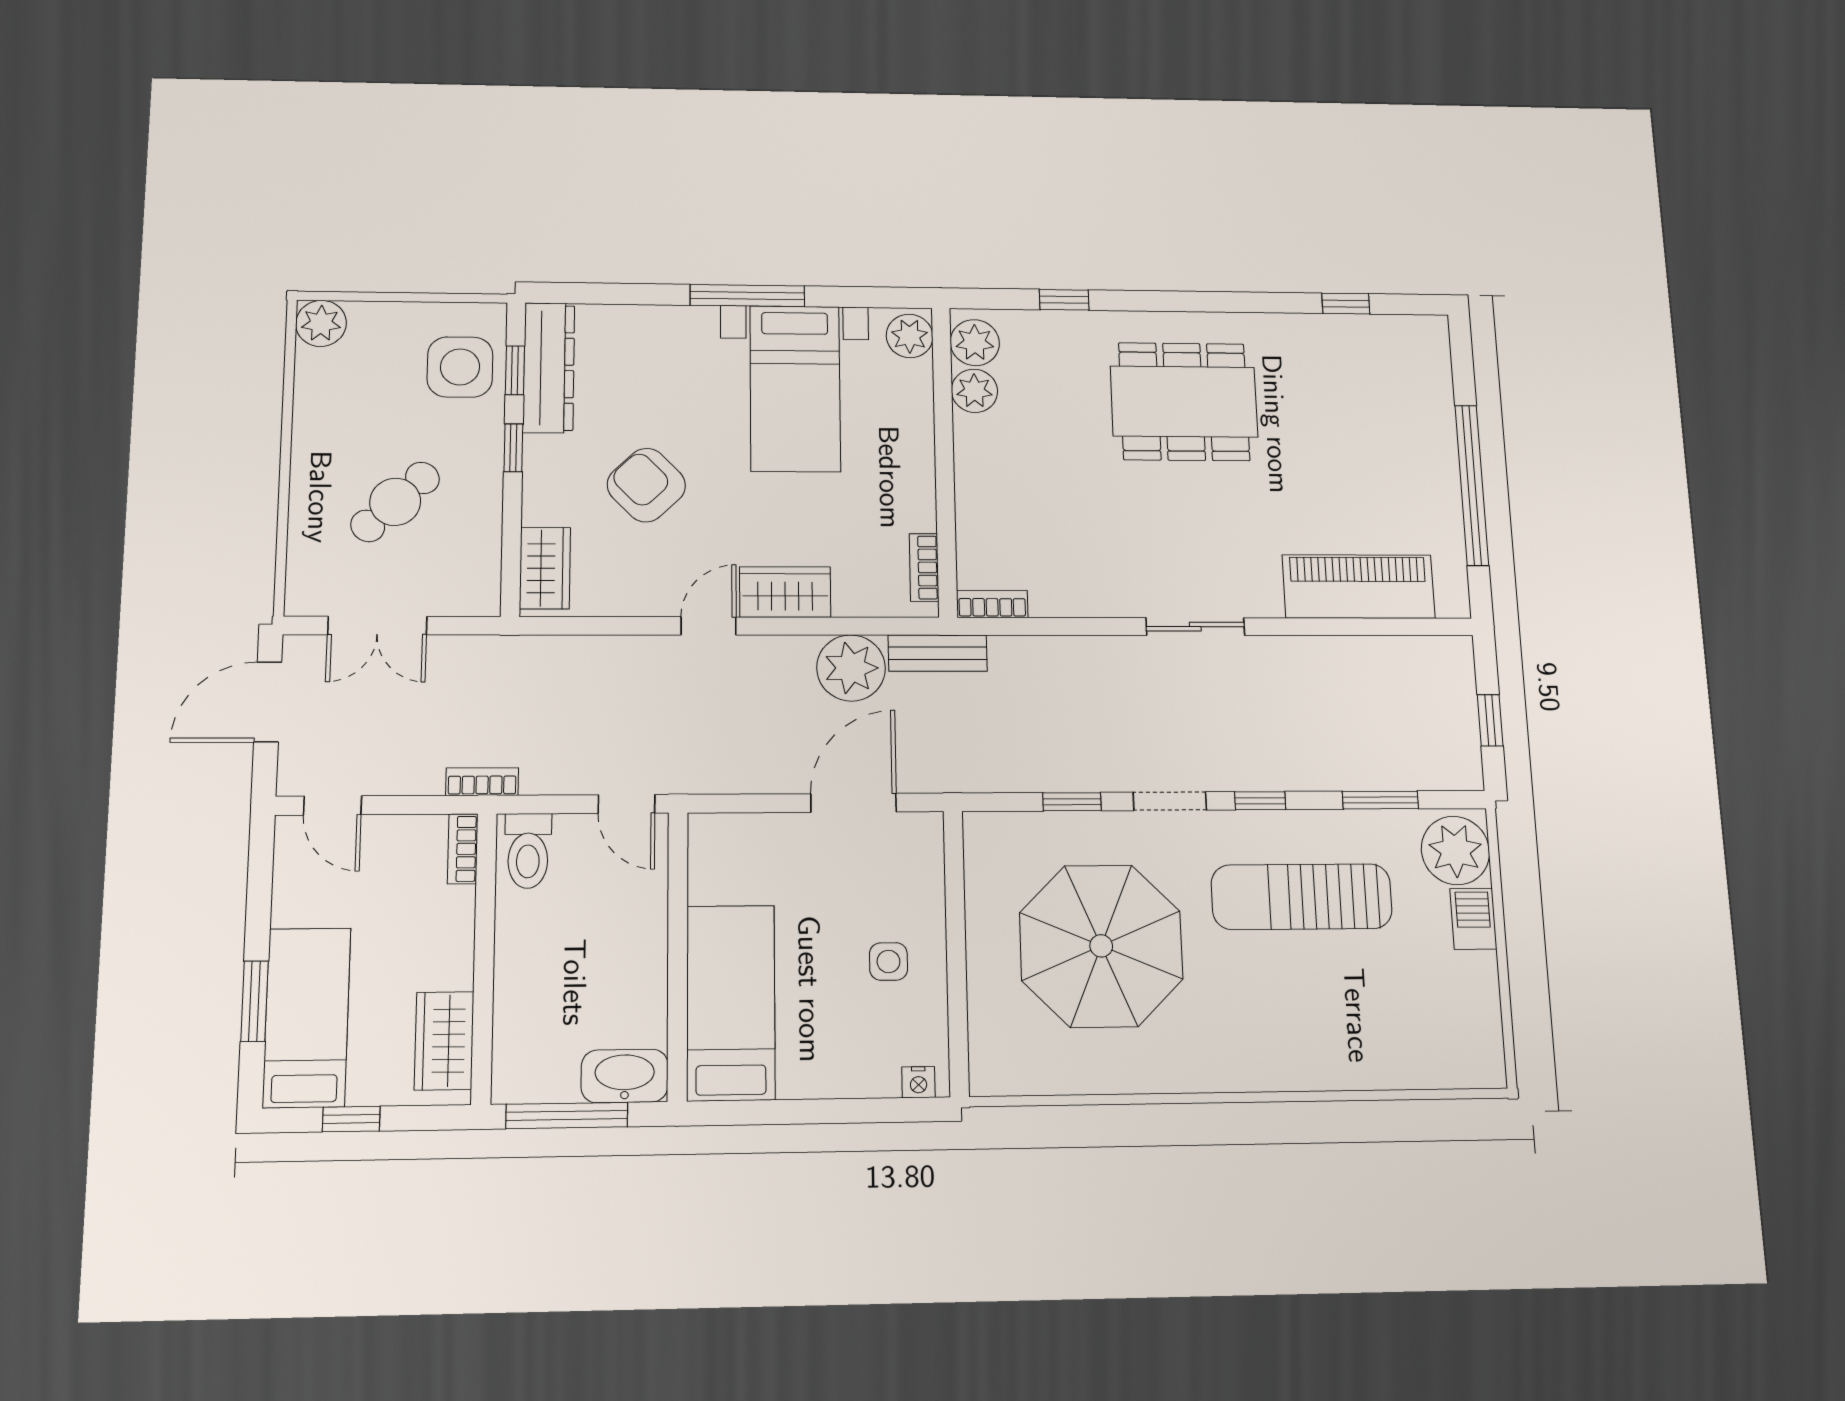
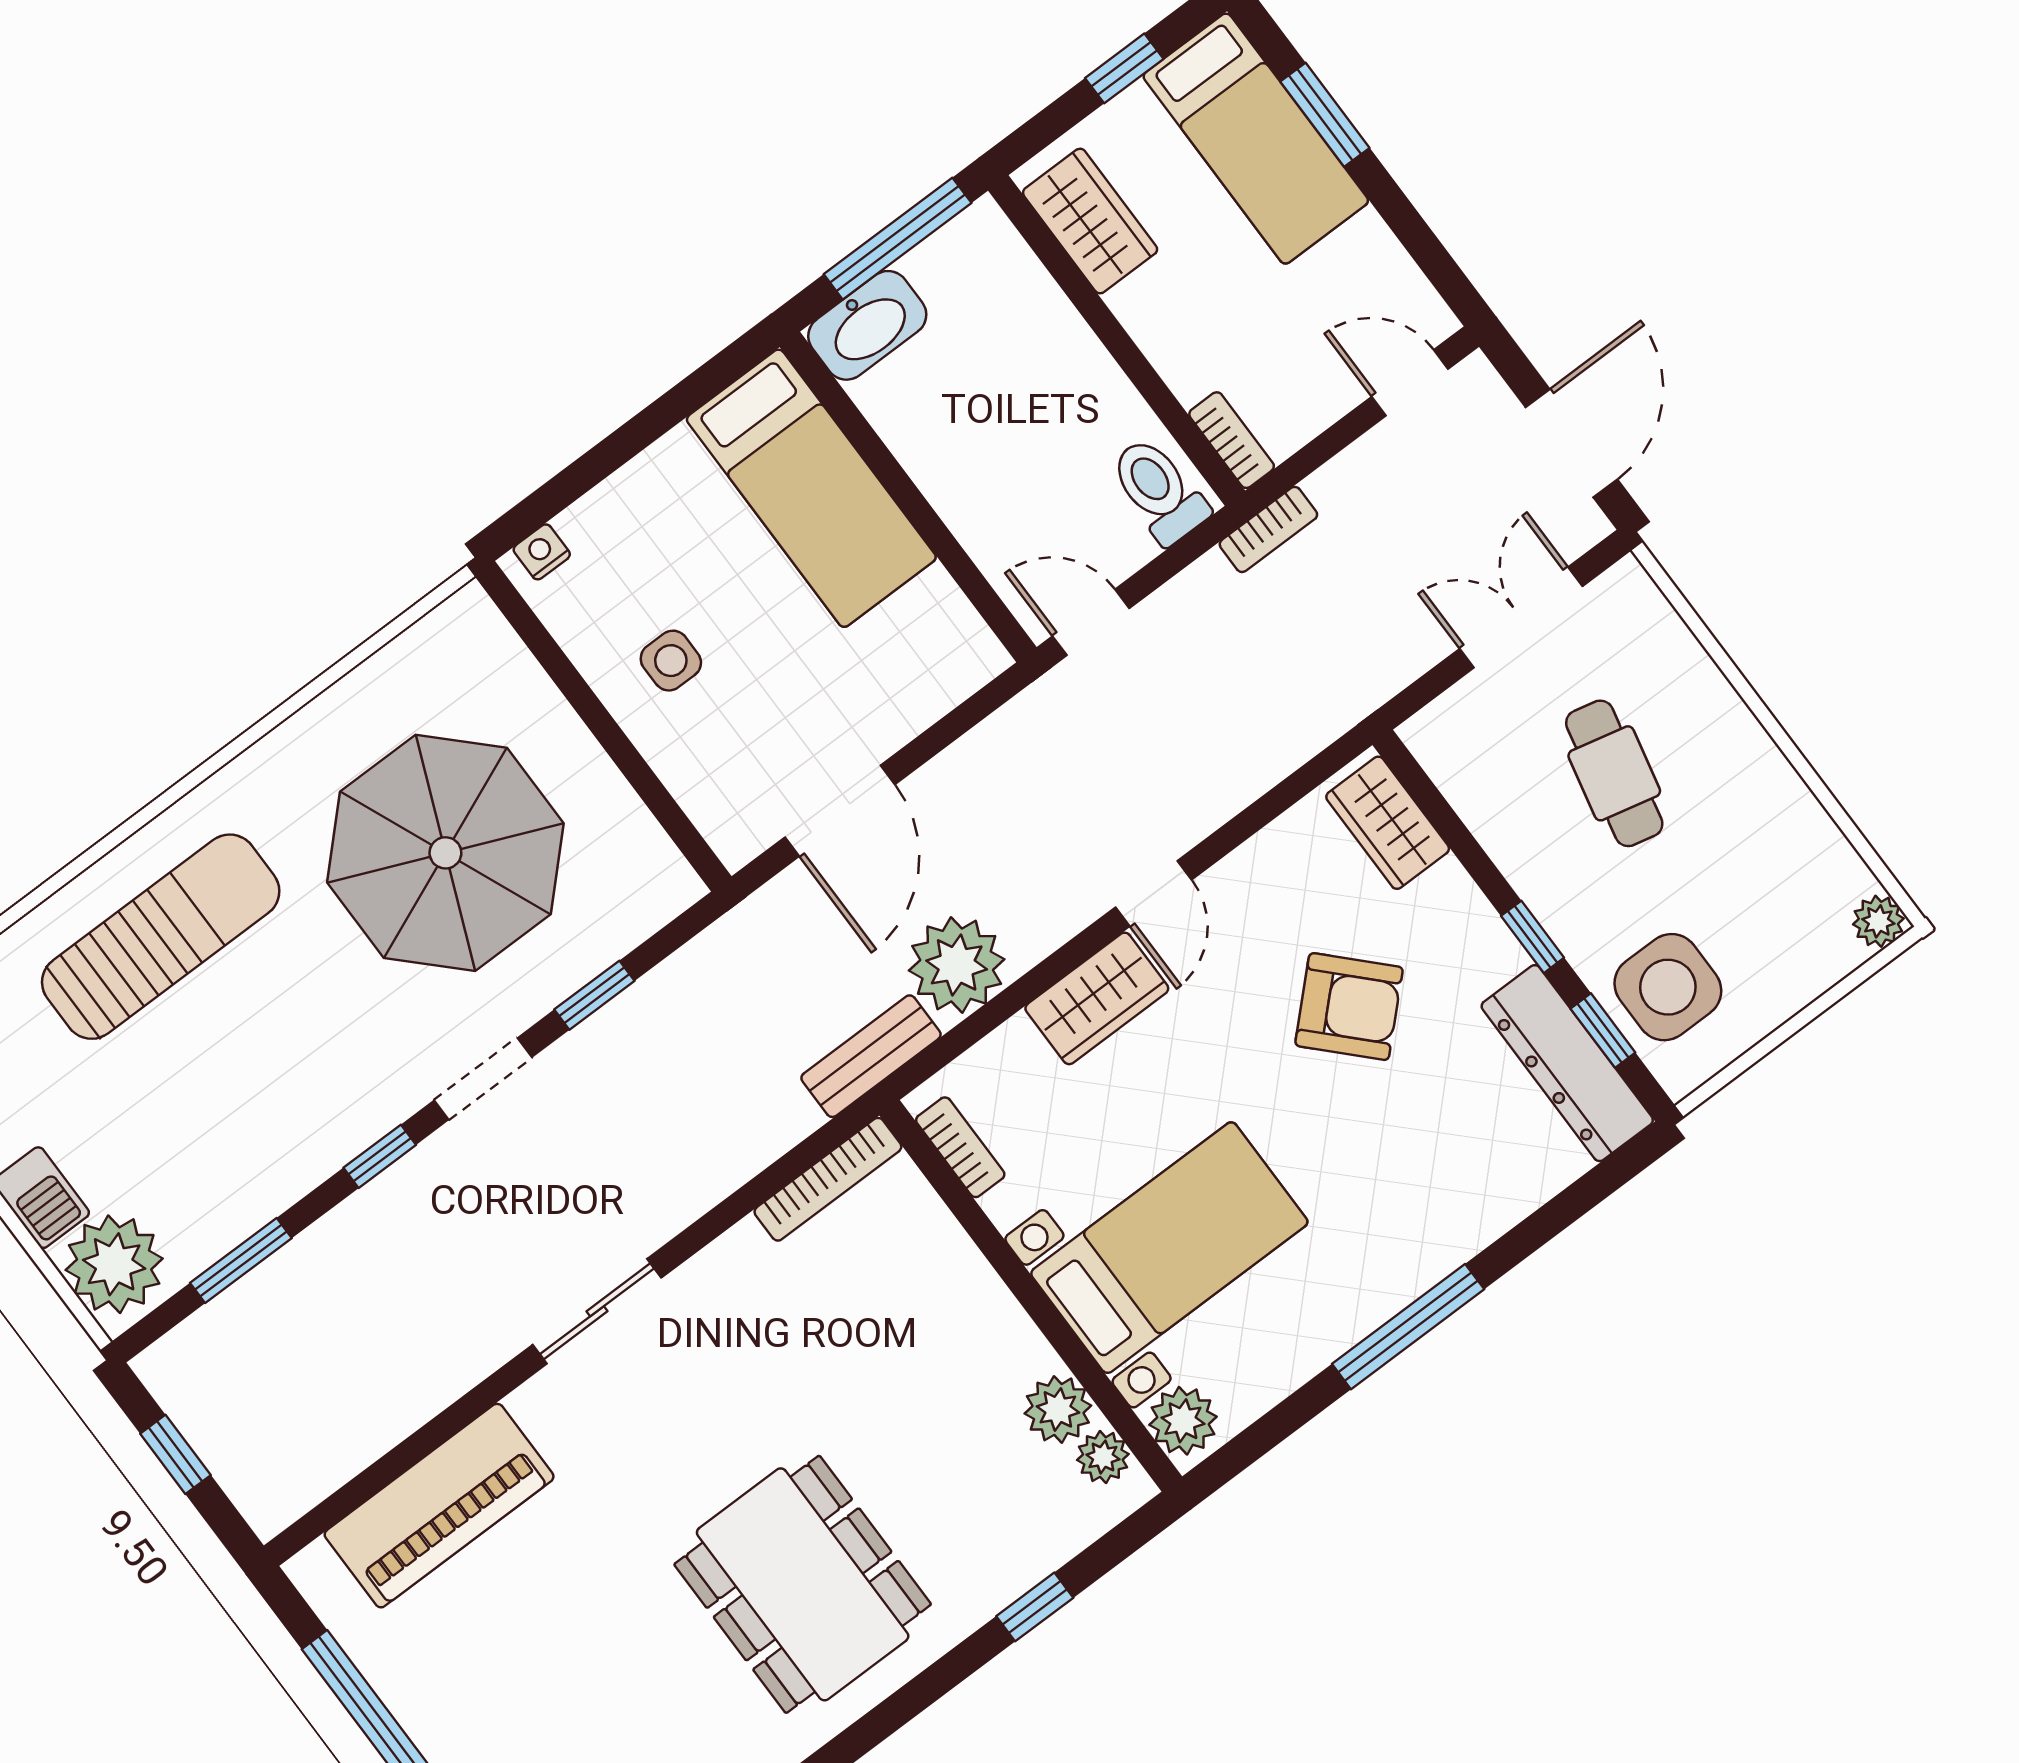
plant: (321, 323) -> (1878, 921), width x0.73, depth x0.73
plant: (975, 343) -> (1103, 1457), width x0.73, depth x0.73
bed with nightstands: (795, 388) -> (1169, 1248), moved, turned 90
dining table: (1184, 402) -> (803, 1584), turned 90
cafe table: (395, 502) -> (1614, 773), turned -33
bookcase: (992, 604) -> (828, 1179), width x1.56
sun lounger: (1302, 897) -> (161, 937), moved

